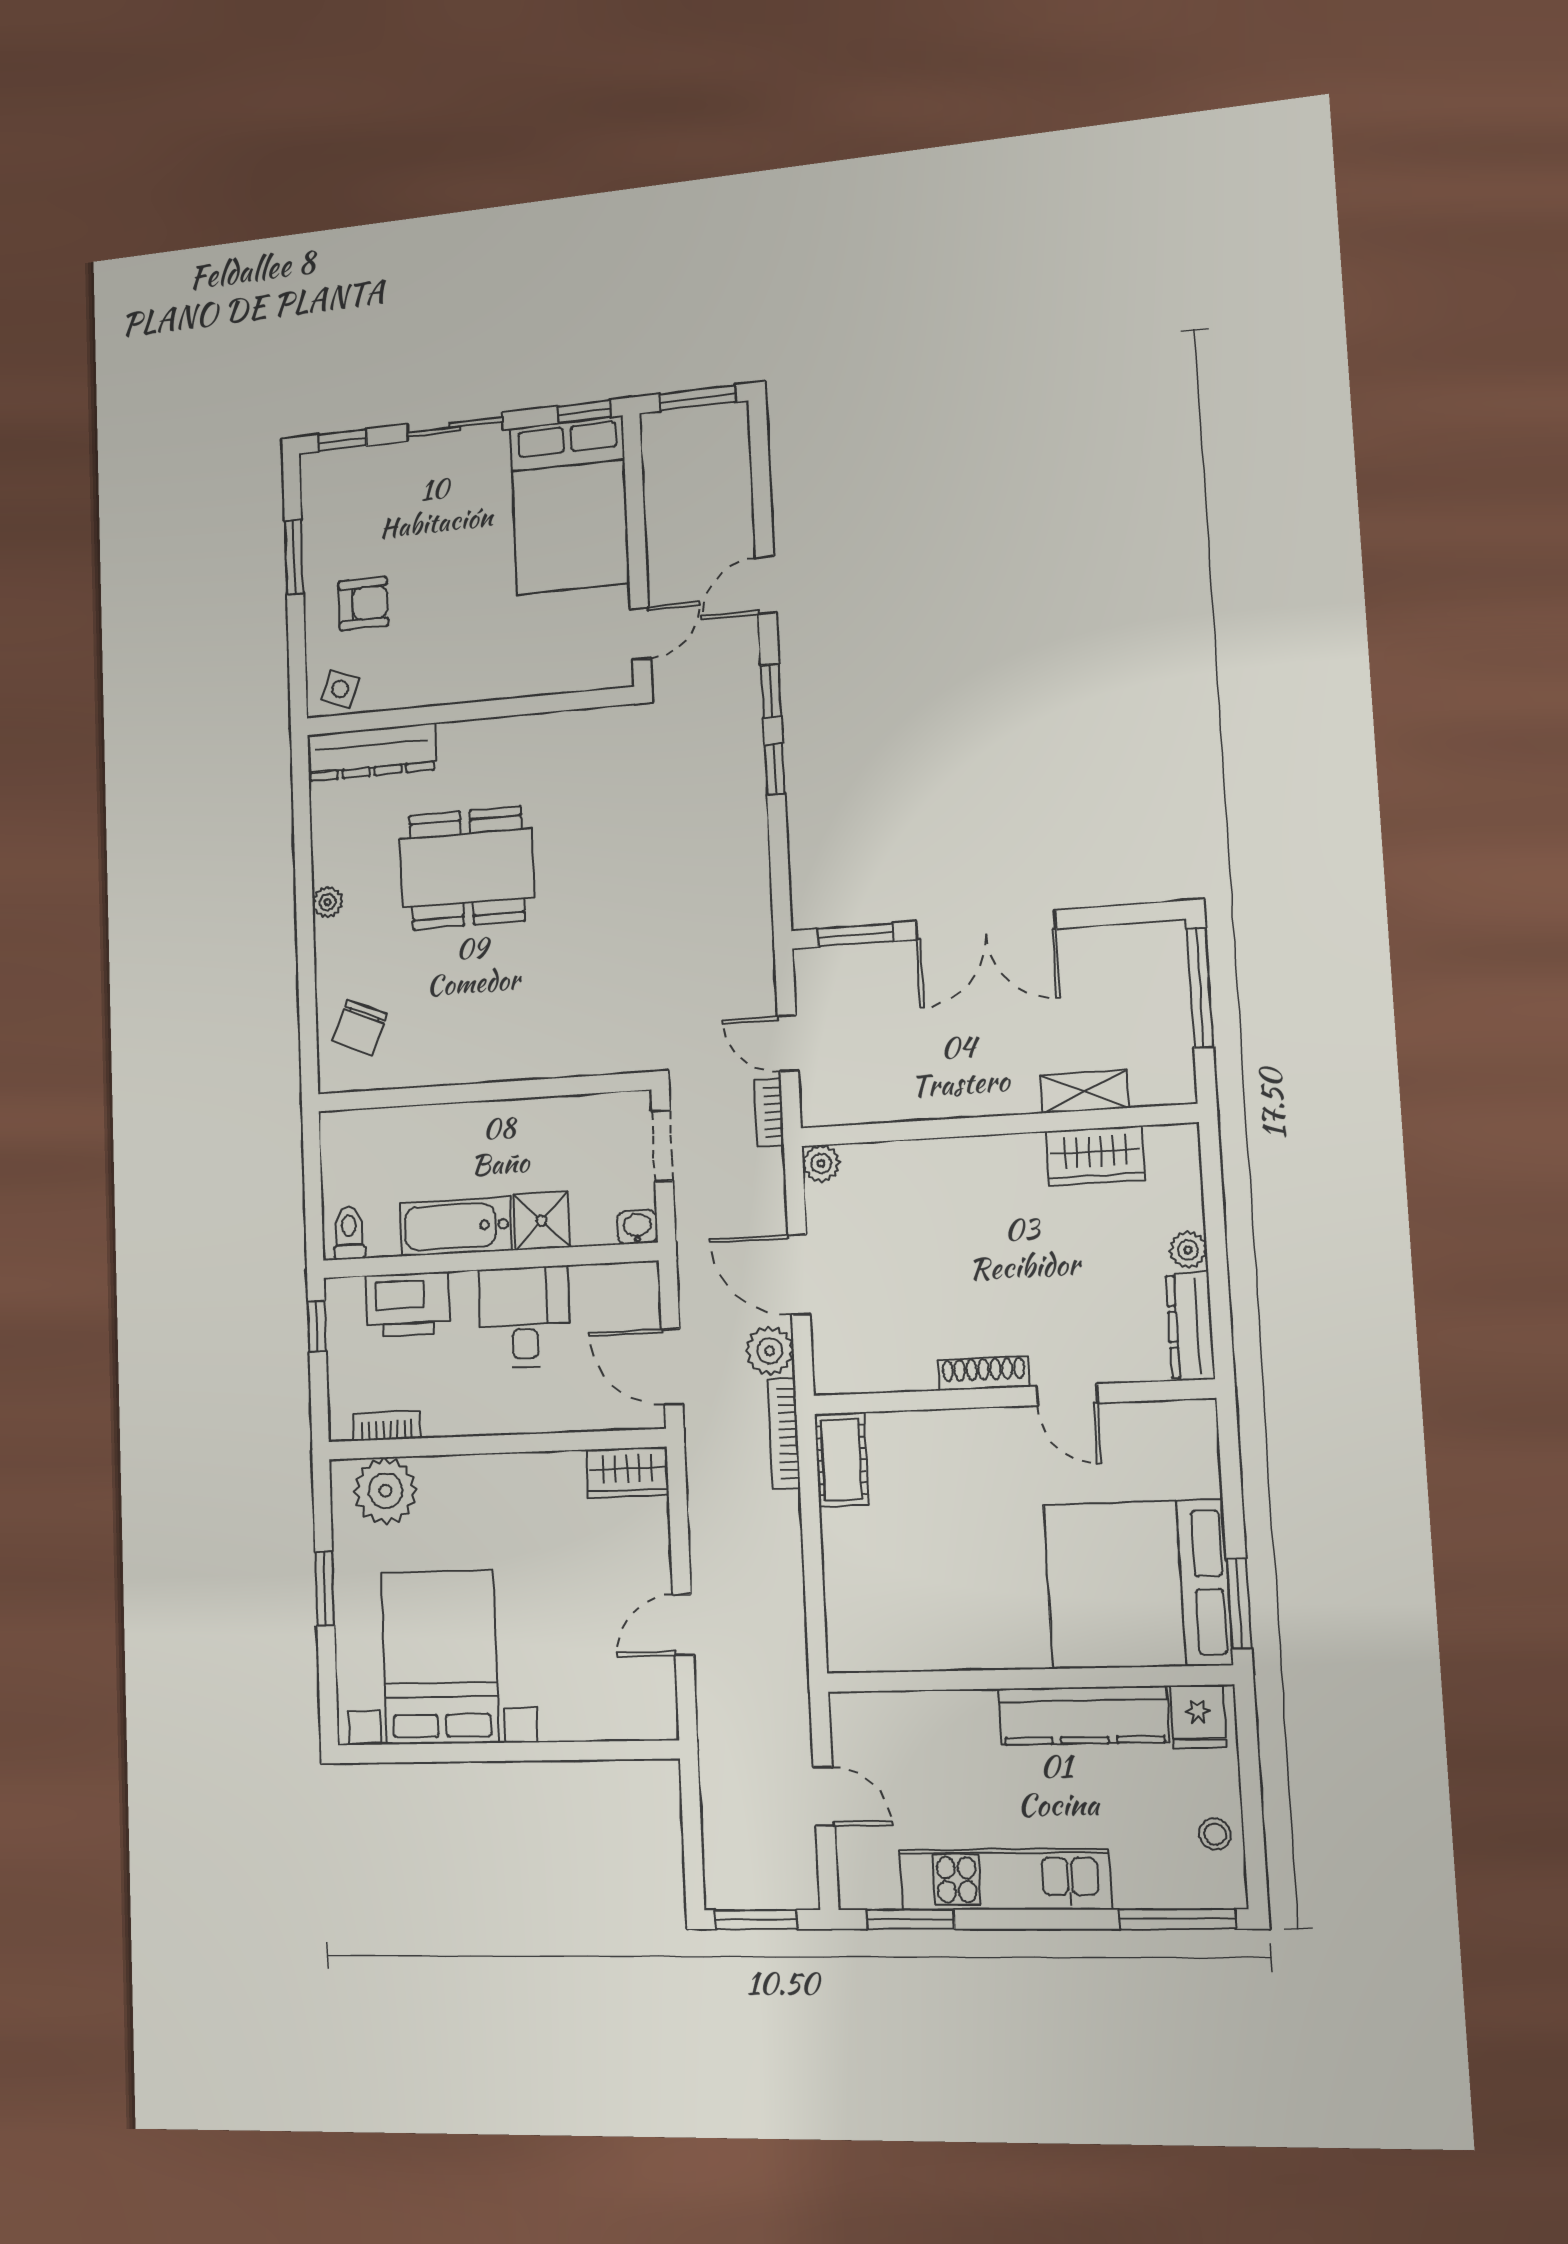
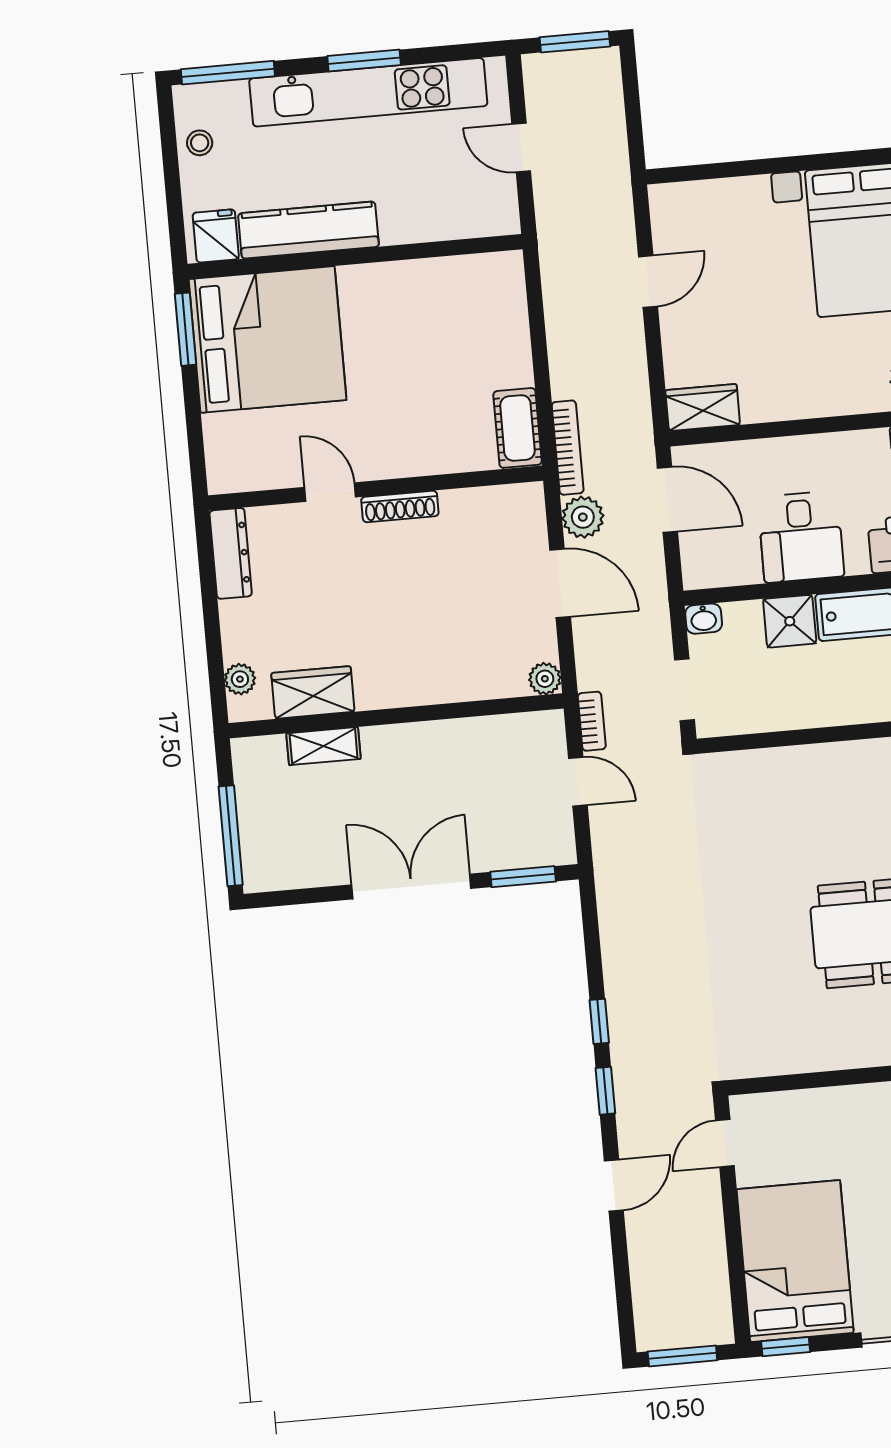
plant: (1188, 1250) -> (240, 679), moved
kitchen unit: (1005, 1880) -> (368, 92), width x1.36
window: (910, 1919) -> (364, 61), moved

